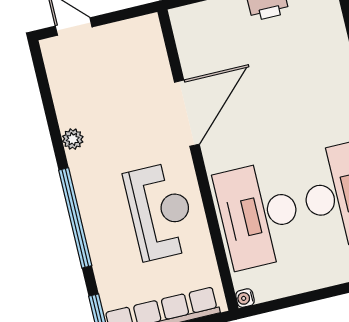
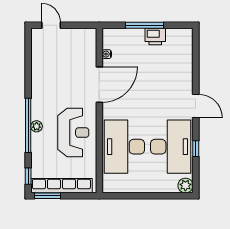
plant: (73, 139) -> (37, 126), moved
water cooler: (245, 298) -> (107, 54), moved

